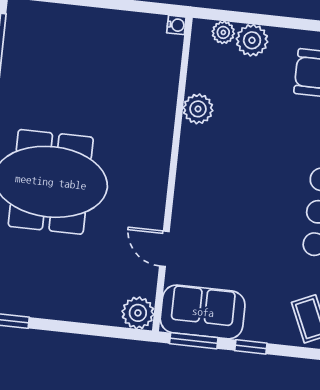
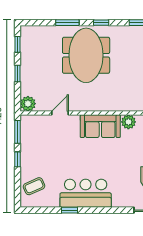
sofa: (203, 312) -> (100, 126), moved, turned 90
window: (73, 328) -> (18, 73), added

